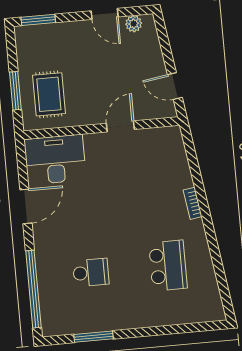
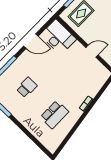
school desk: (91, 273) -> (27, 87), turned -90

